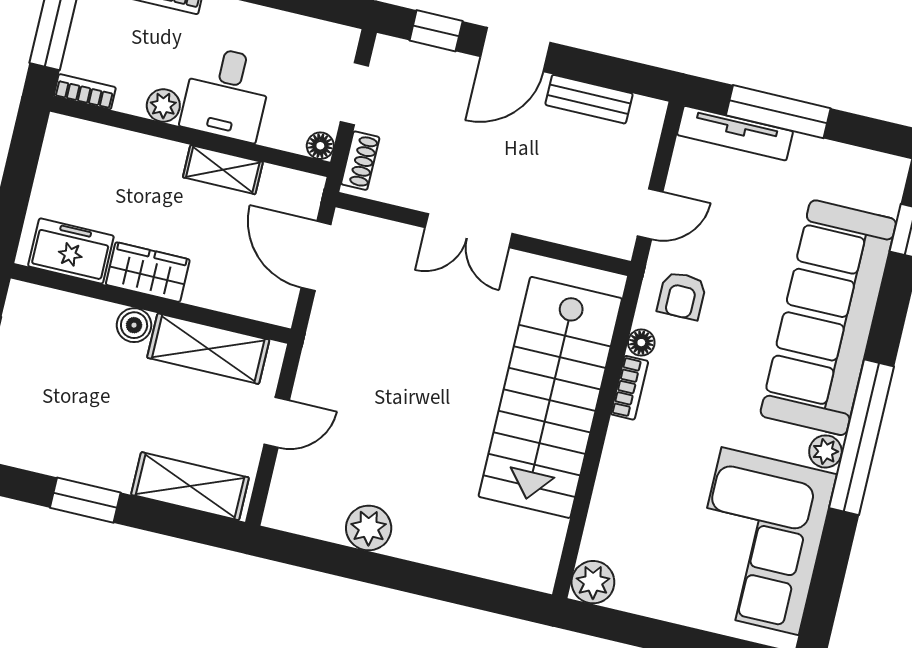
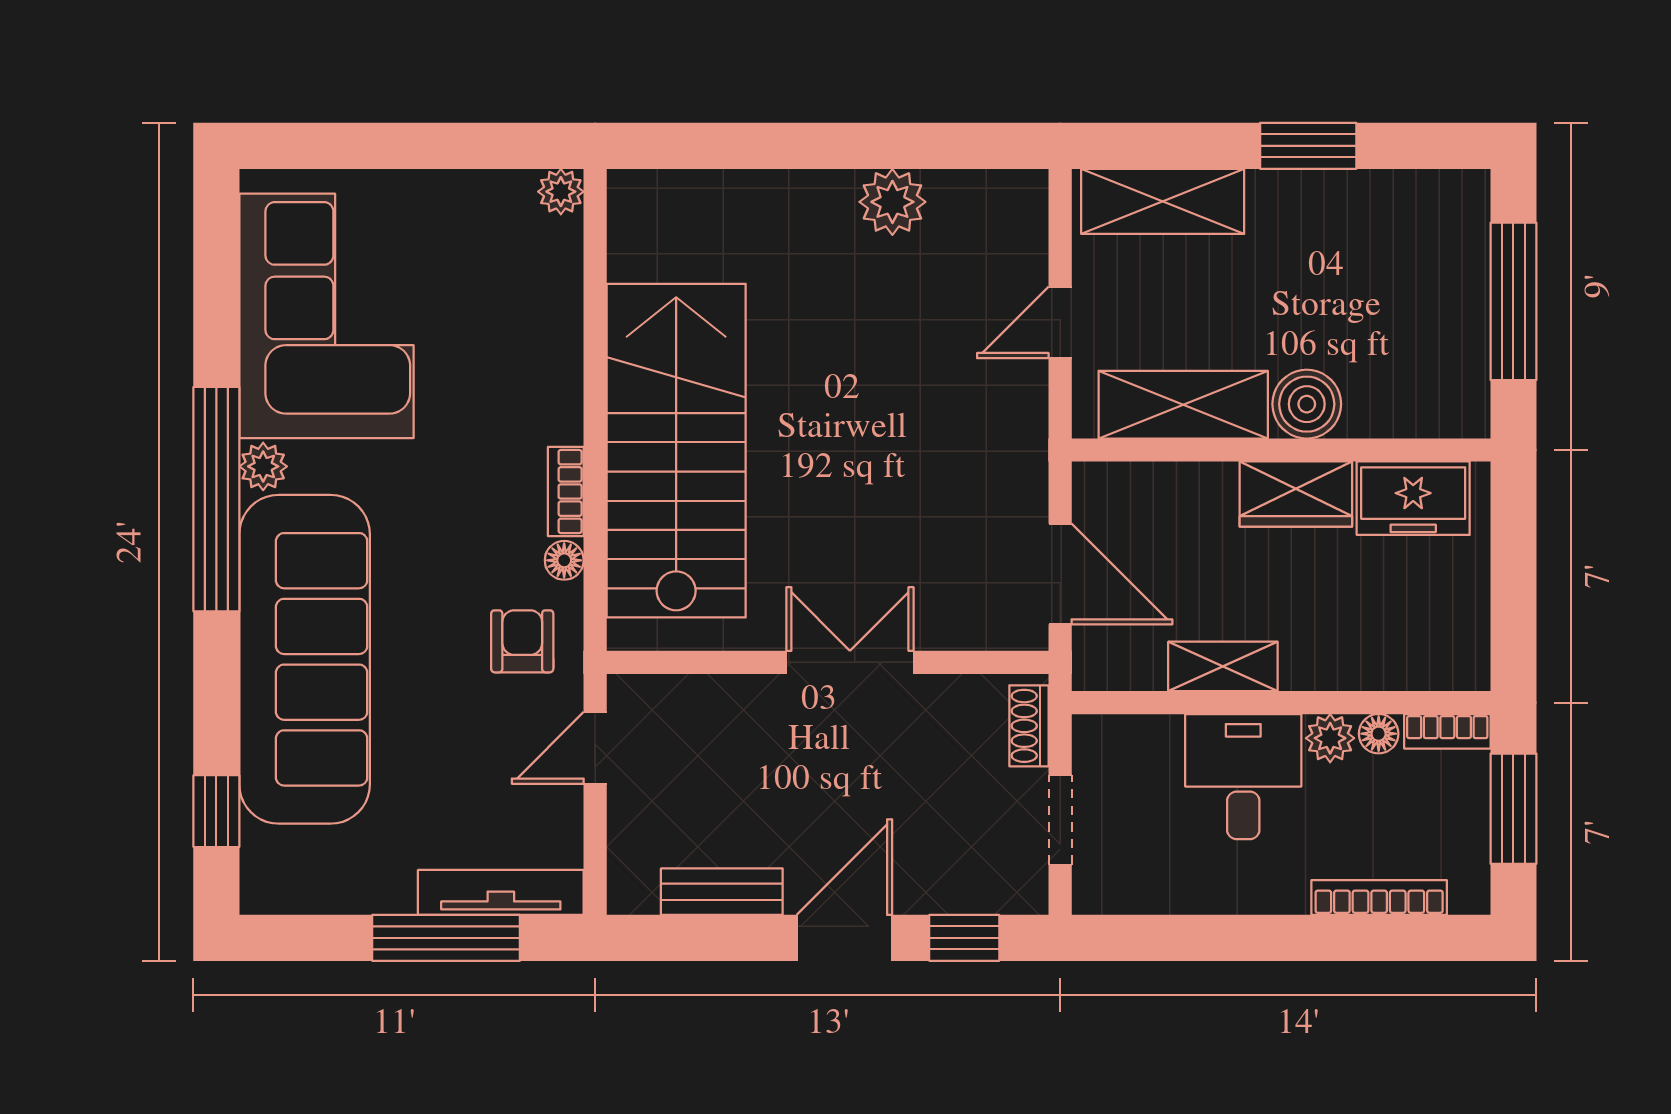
floor lamp: (320, 146) -> (1379, 734), moved
boiler: (134, 325) -> (1307, 404), width x1.36, depth x1.36
plant: (593, 582) -> (561, 192), width x0.73, depth x0.73

